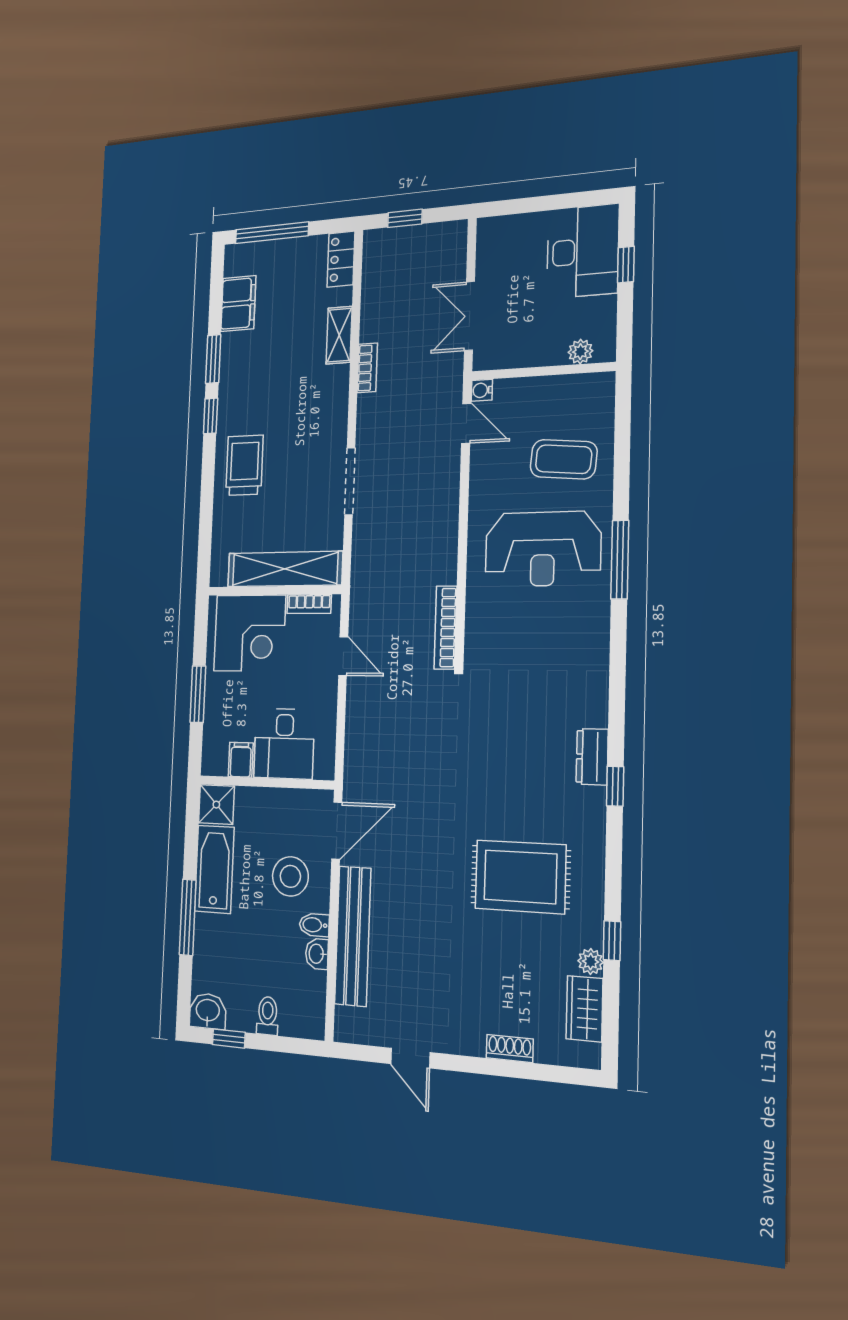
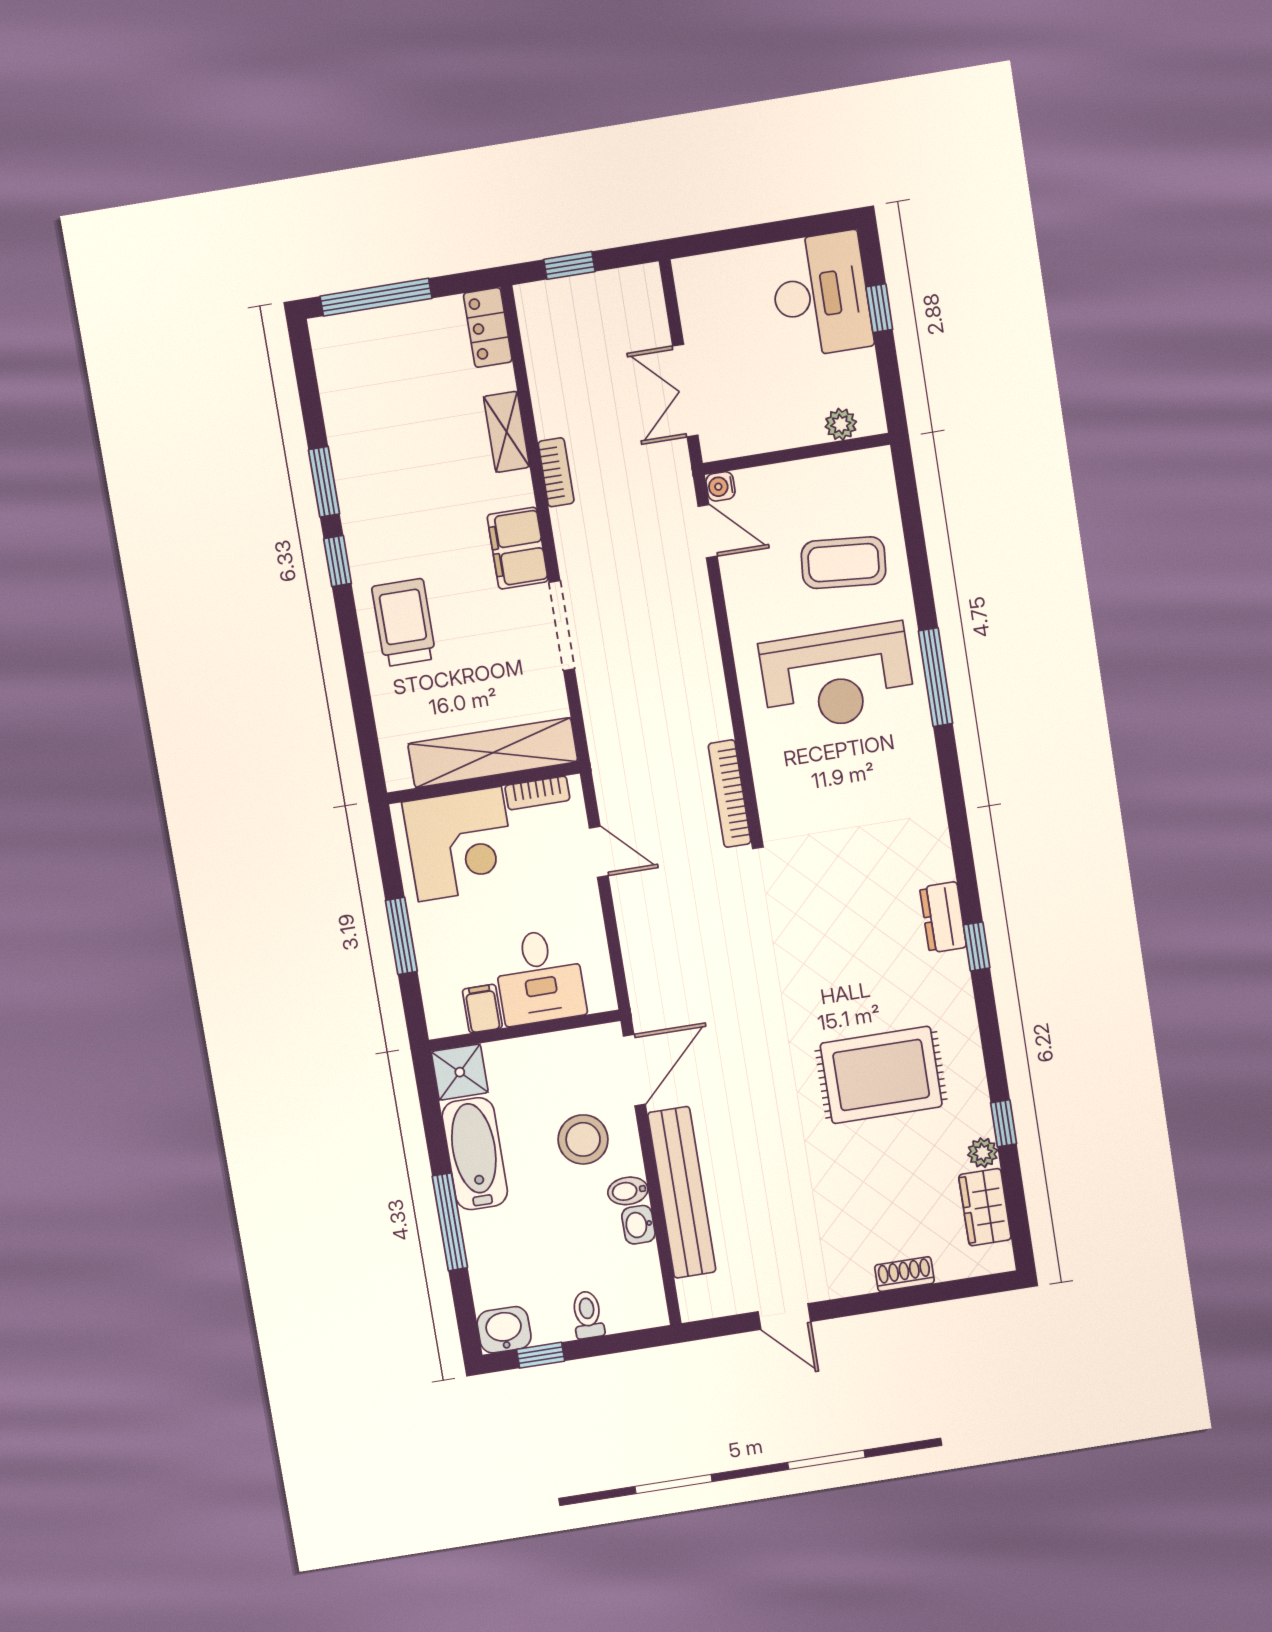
filing cabinet: (238, 304) -> (518, 548), moved, turned 180

